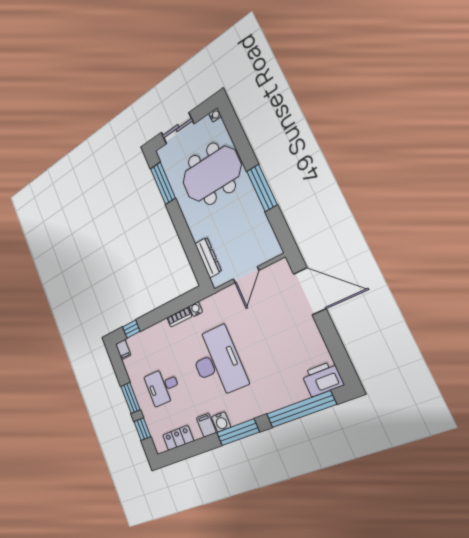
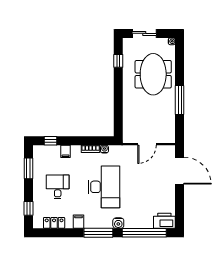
meeting table: (211, 174) -> (153, 74), turned 90
window: (163, 183) -> (118, 61), width x0.46
dresser: (208, 257) -> (128, 122), removed
filing cabinet: (123, 350) -> (66, 151), moved
desk: (163, 386) -> (58, 187), turned 90
window: (130, 398) -> (28, 168), moved
water cooler: (221, 422) -> (118, 223), moved

